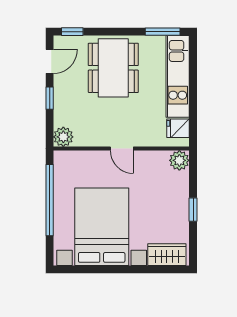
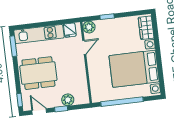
plant: (63, 137) -> (68, 100), moved
door: (122, 149) -> (84, 47), moved
window: (193, 210) -> (107, 17), moved

